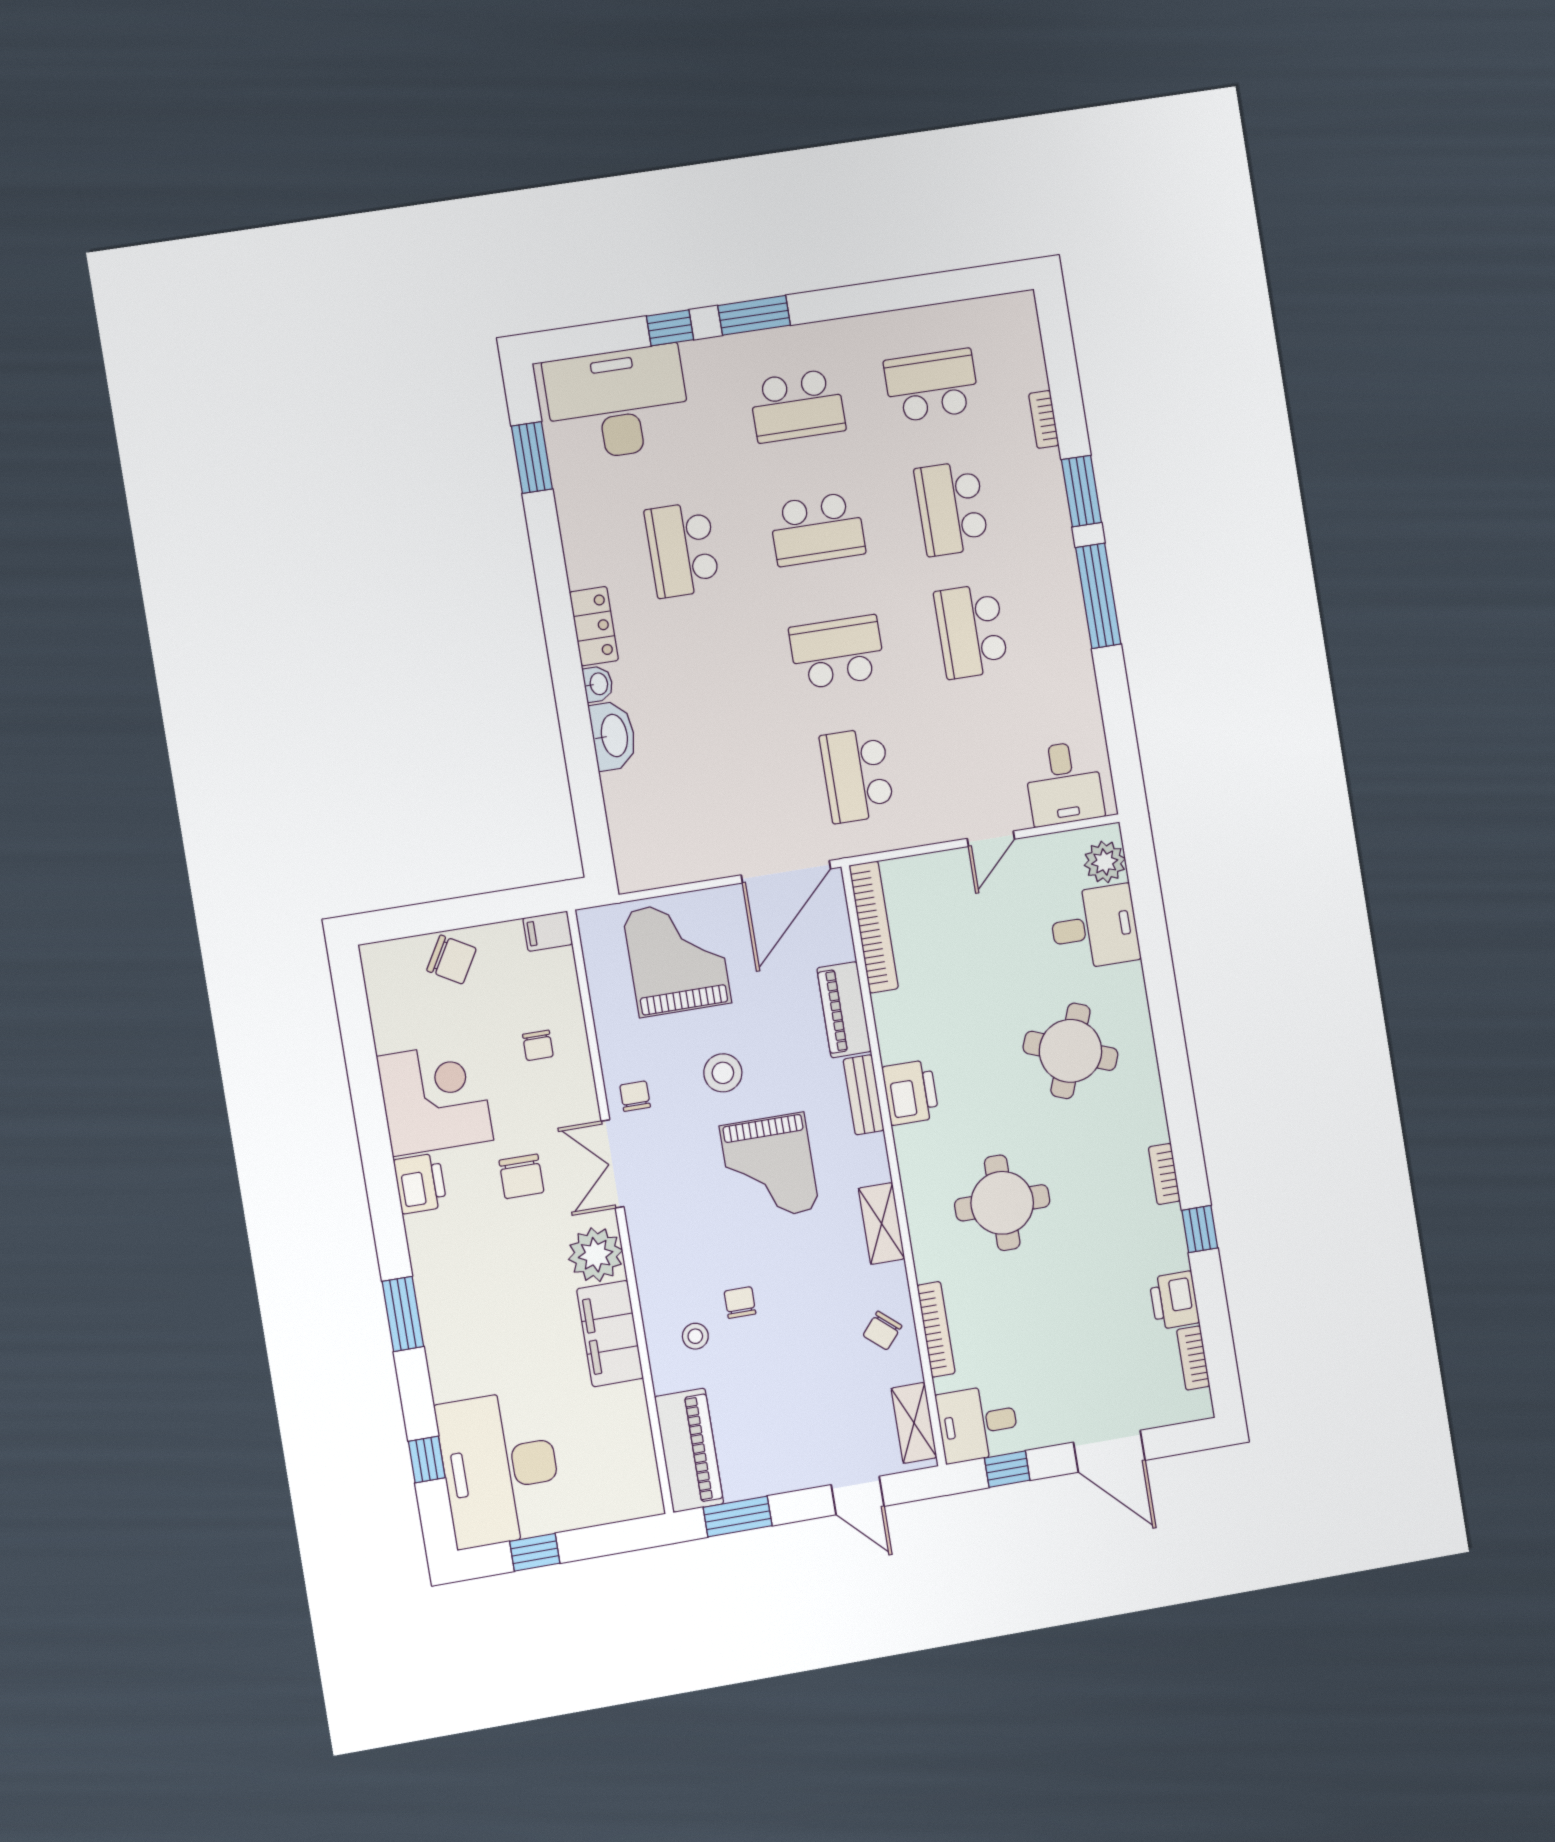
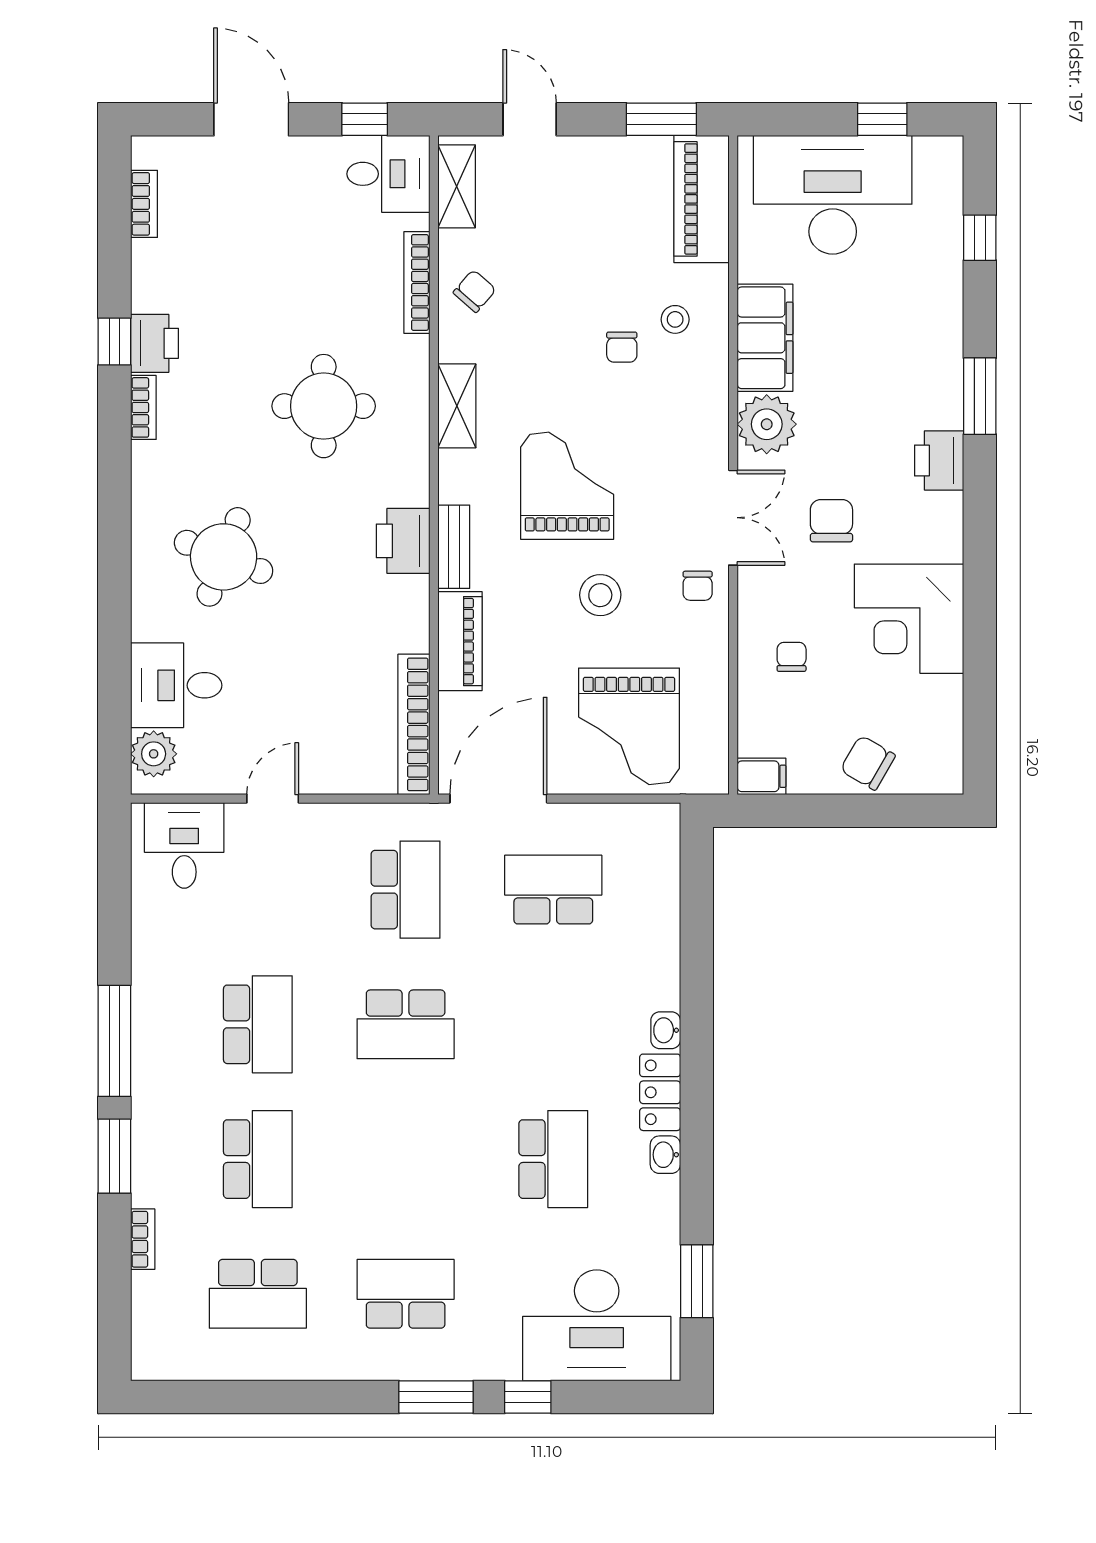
school desk: (817, 529) -> (553, 890), moved
washbasin: (613, 736) -> (665, 1155), moved, width x0.52, depth x0.69
printer: (420, 1183) -> (939, 460), moved
printer: (1174, 1300) -> (155, 343), moved
desk: (500, 1468) -> (833, 195), moved, turned -90

